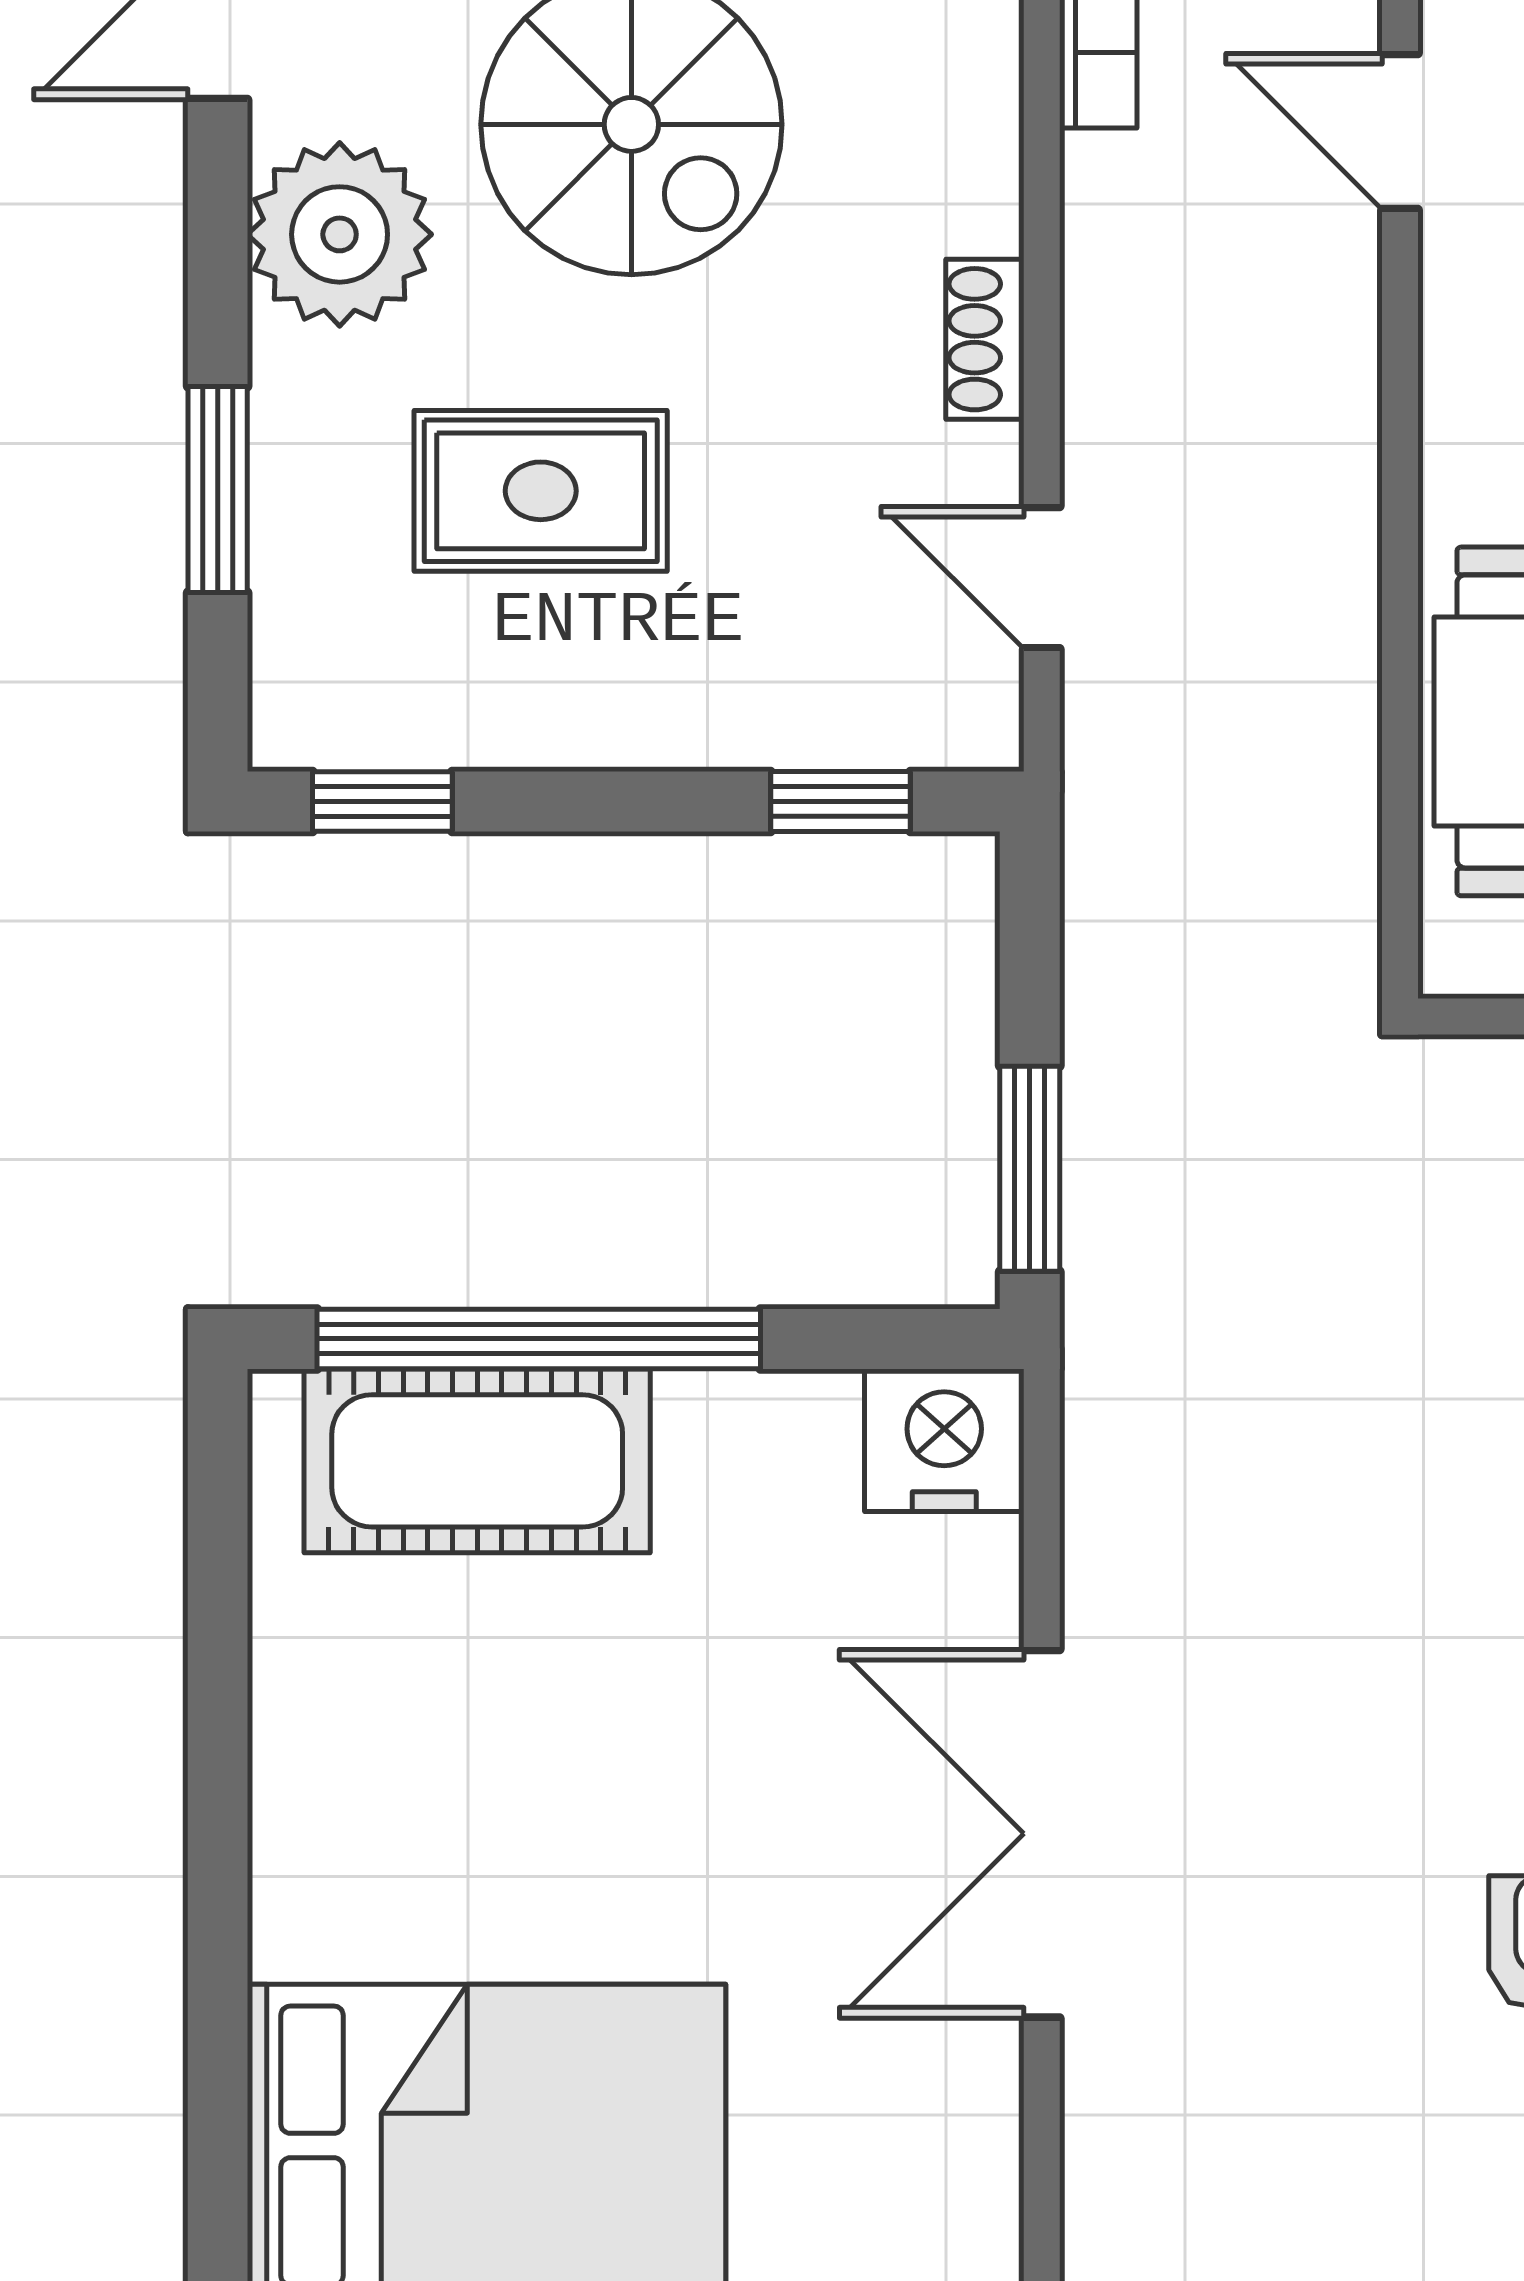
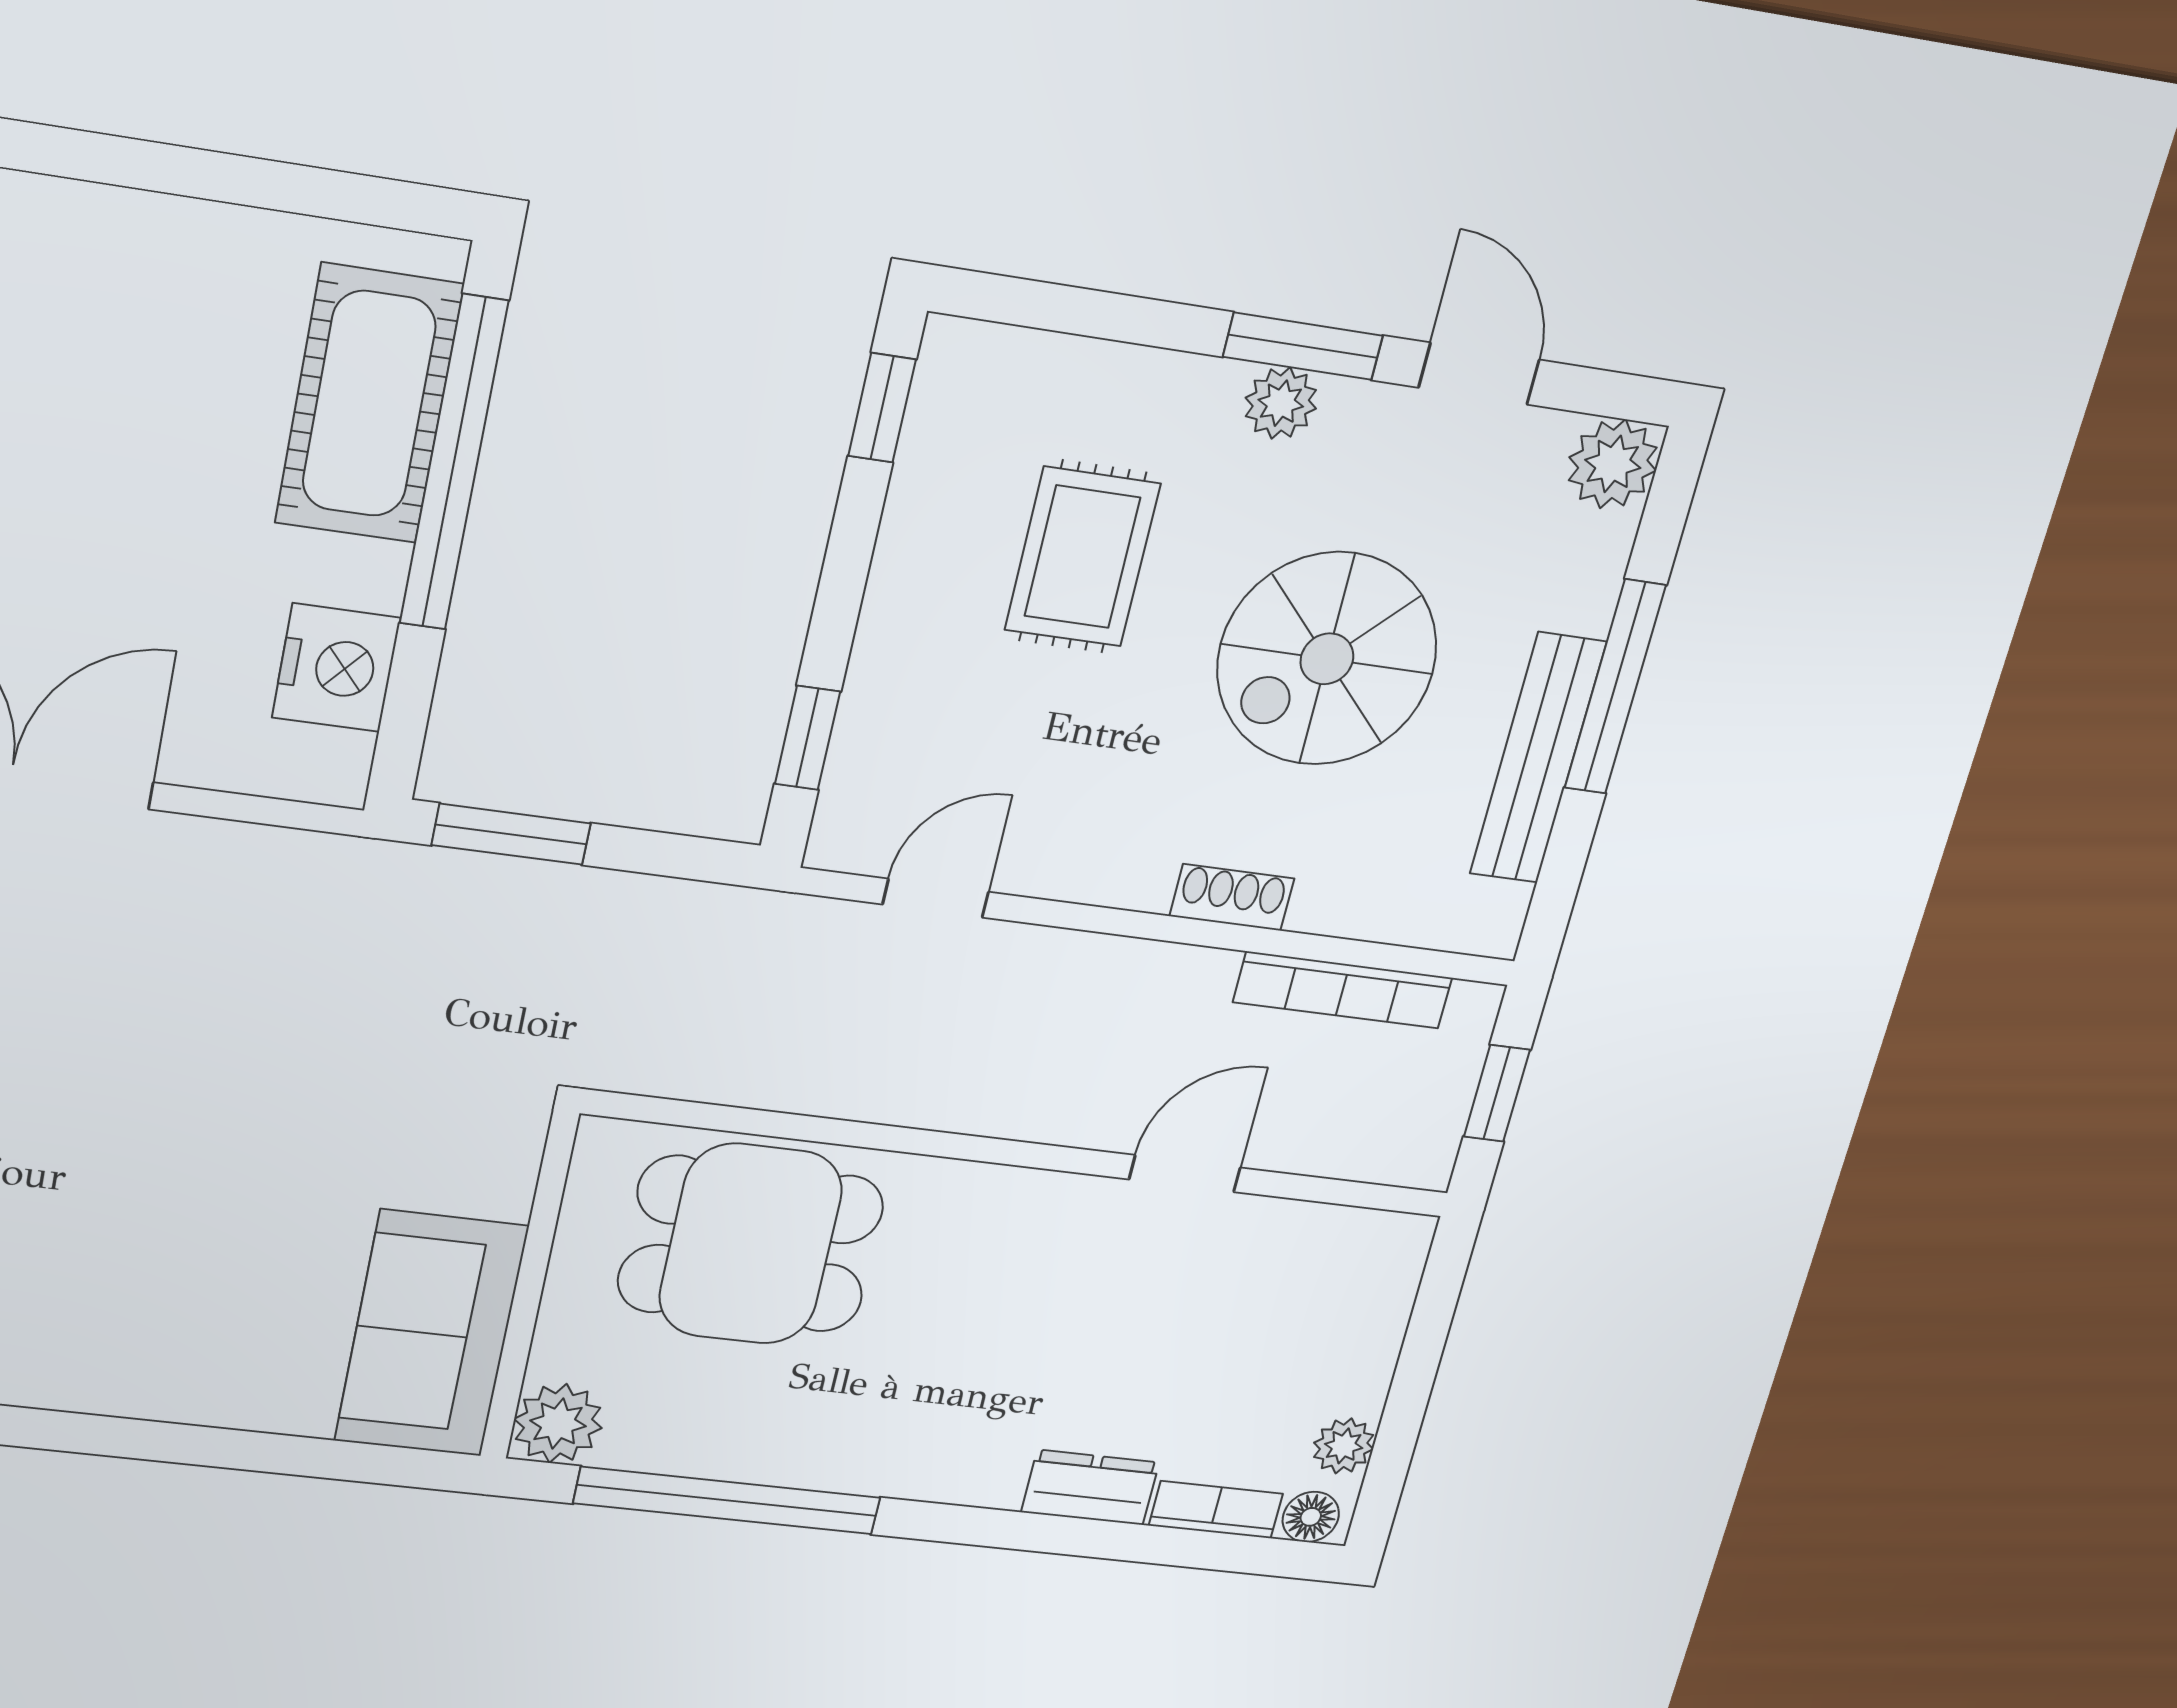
plant: (340, 234) -> (1281, 403), width x0.53, depth x0.53
shoe rack: (985, 339) -> (1232, 897), moved
window: (218, 490) -> (1303, 346), moved
nightstand: (944, 1440) -> (336, 668), moved

